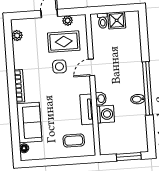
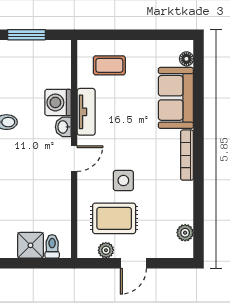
door: (92, 67) -> (74, 159), moved

